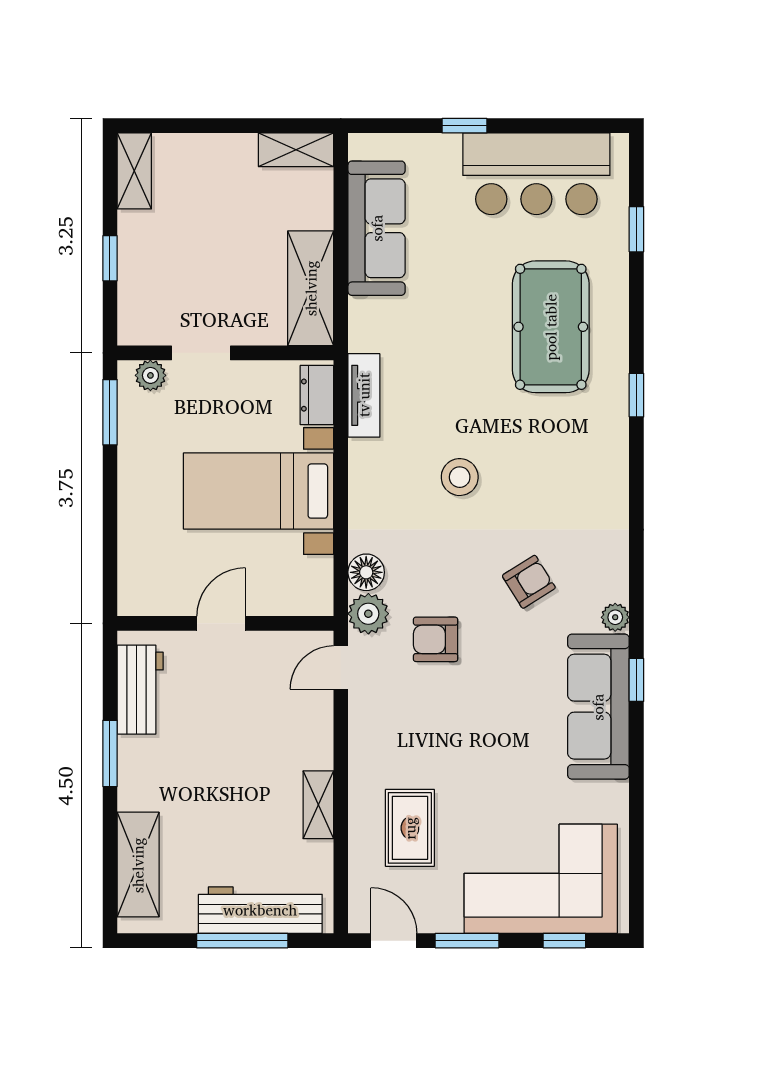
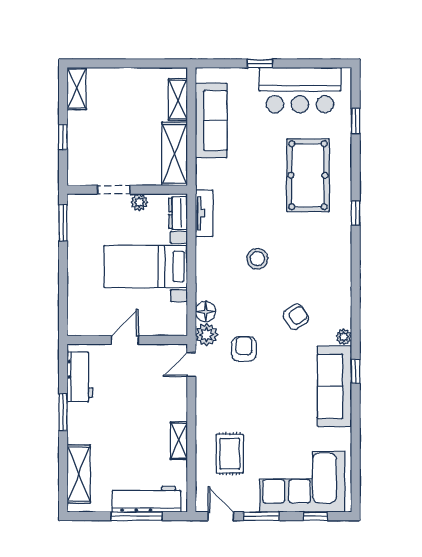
shelving: (296, 150) -> (178, 100), moved, turned 90
plant: (150, 375) -> (139, 202), moved
armchair: (436, 639) -> (244, 349), turned 90

